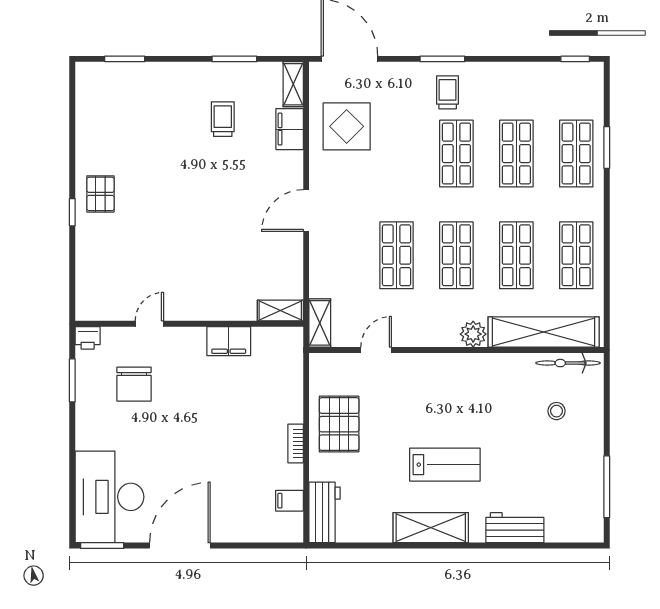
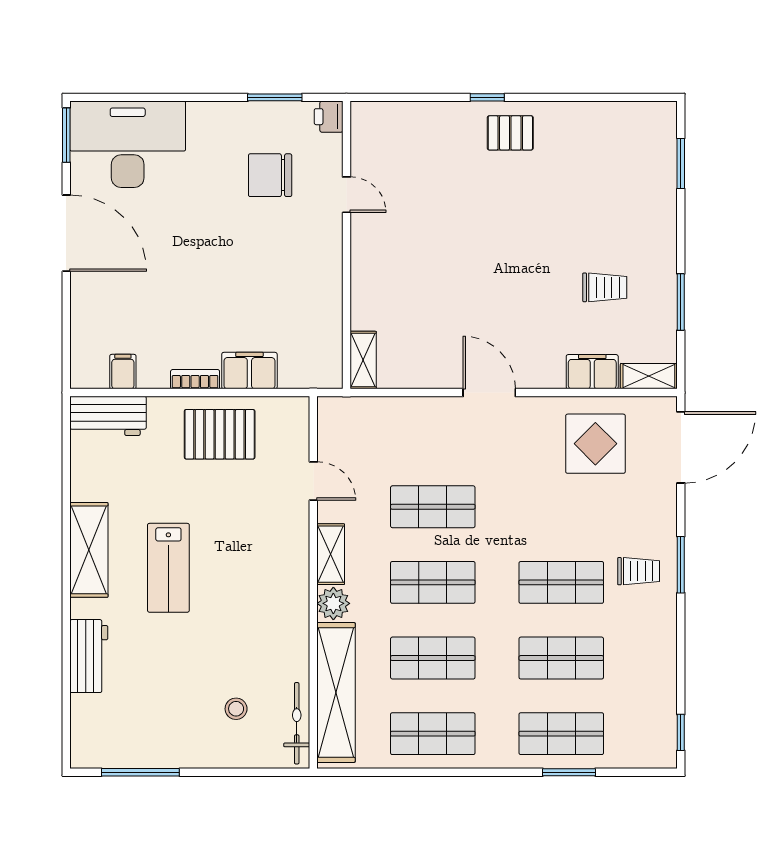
shelving: (320, 323) -> (331, 554), moved, turned 90
filing cabinet: (229, 341) -> (249, 371), moved, turned 90

